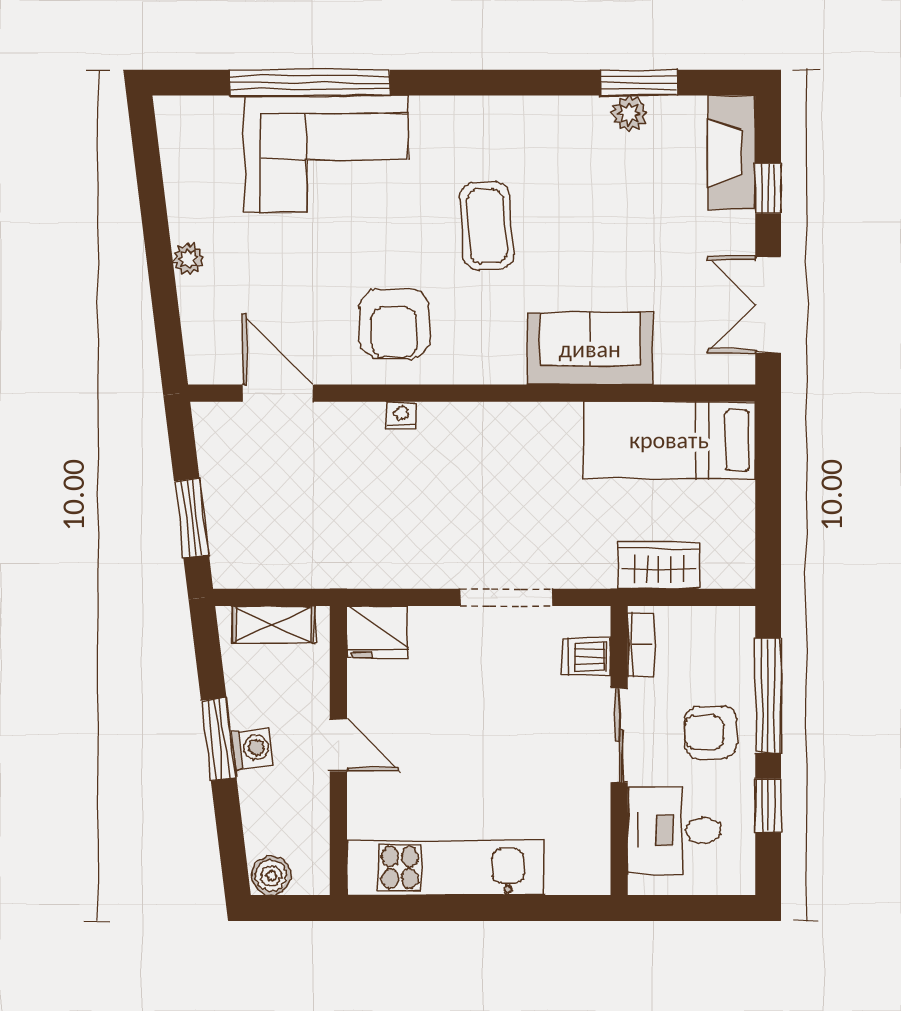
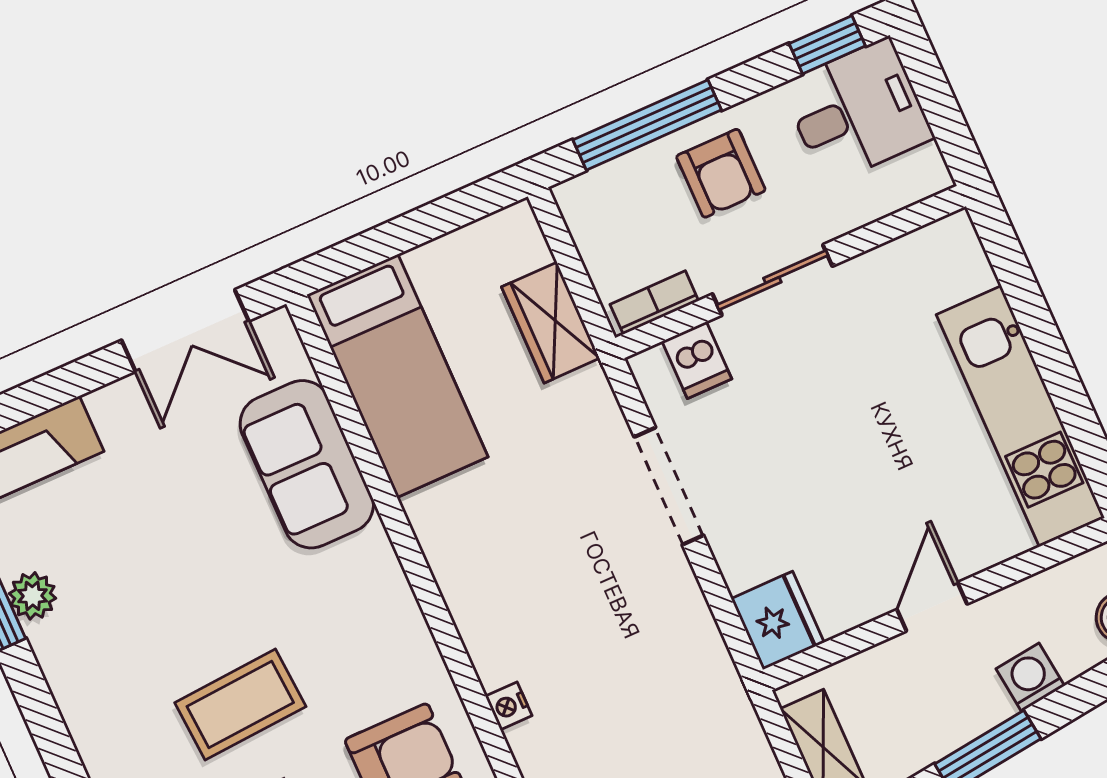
window: (768, 189) -> (48, 392), removed
sofa: (590, 349) -> (307, 464), moved
washing machine: (252, 748) -> (1030, 677), moved
window: (768, 806) -> (827, 45), moved
desk: (675, 830) -> (857, 111), moved, turned -90

